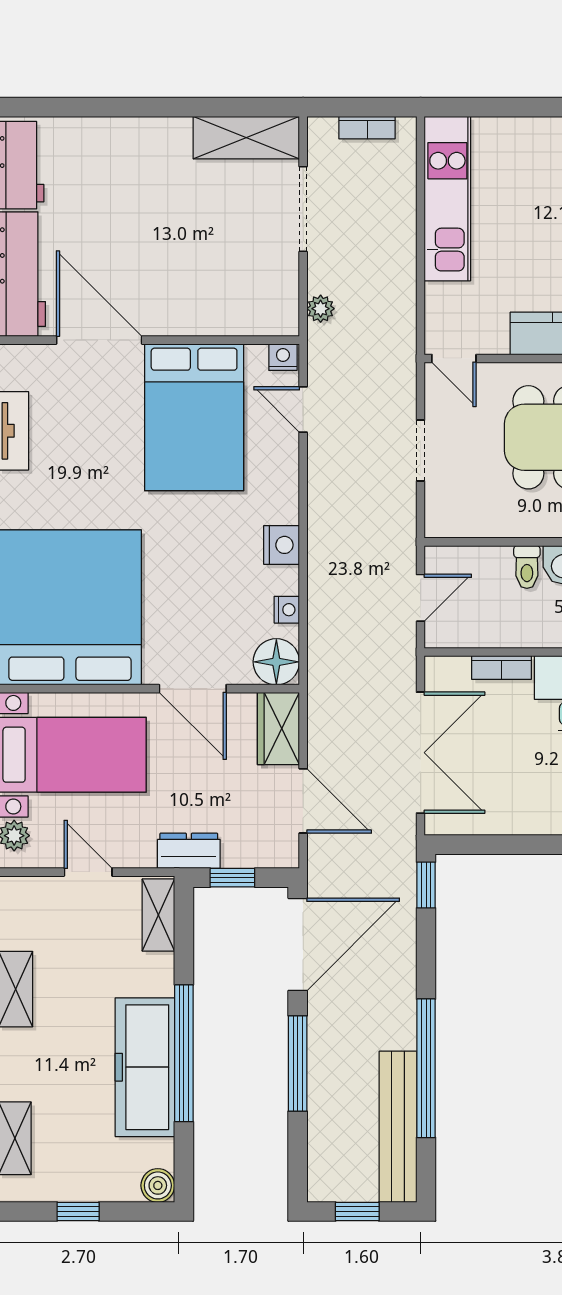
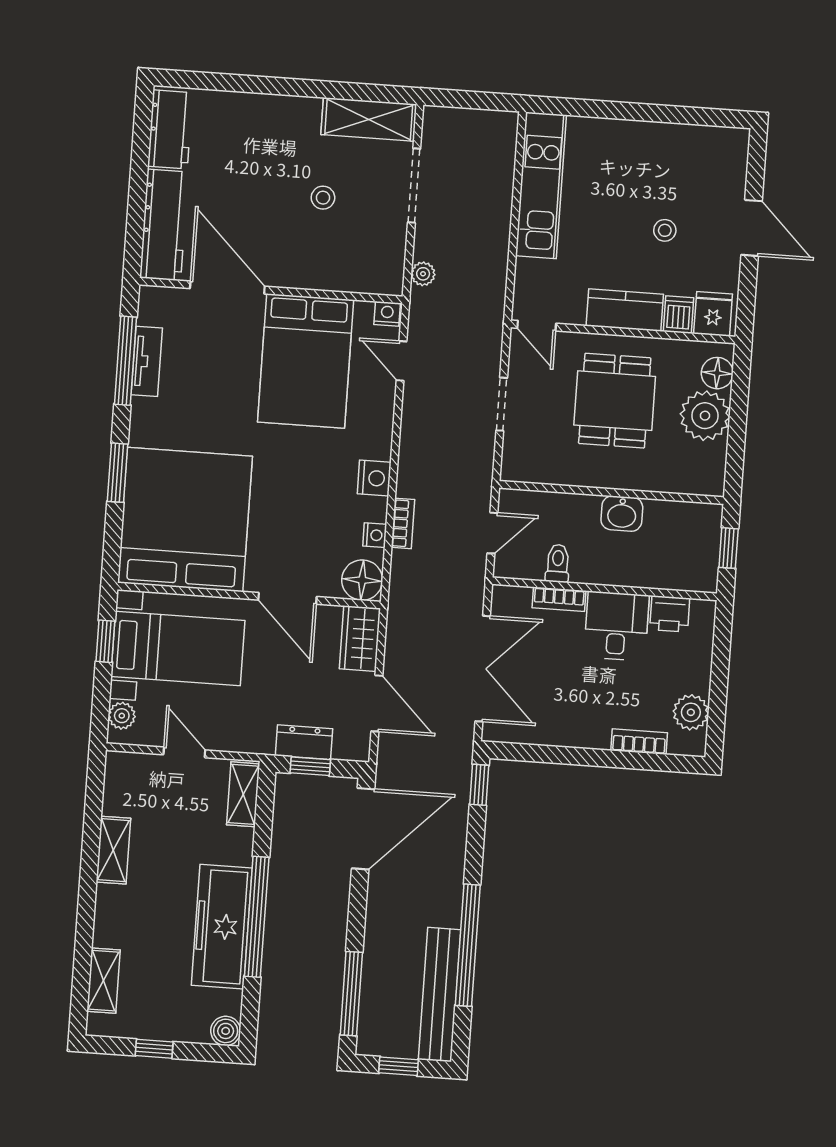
bookcase: (367, 128) -> (403, 523), moved, turned -90
stool: (201, 230) -> (323, 198), added
toilet: (527, 567) -> (558, 563), moved, turned 180
dresser: (189, 851) -> (304, 742), moved
window: (298, 1063) -> (351, 994), moved

